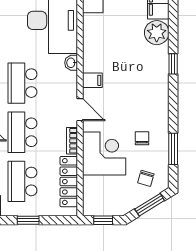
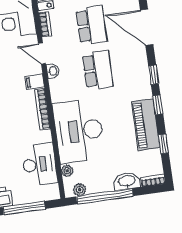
bookcase: (88, 49) -> (42, 109), added
washbasin: (71, 63) -> (53, 71), moved

